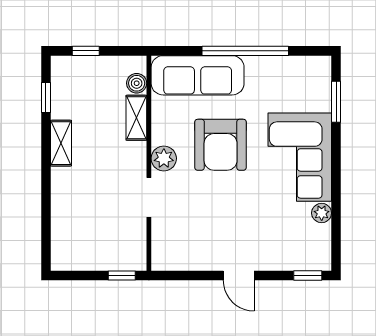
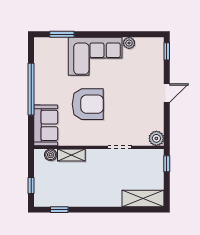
sofa: (198, 75) -> (46, 125), width x0.73
shelving: (61, 143) -> (143, 198), moved, width x1.50, depth x1.33
plant: (164, 158) -> (156, 138), moved

